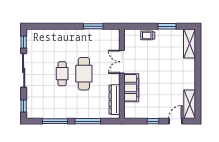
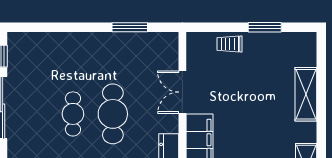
shelving: (189, 44) -> (306, 94), moved

